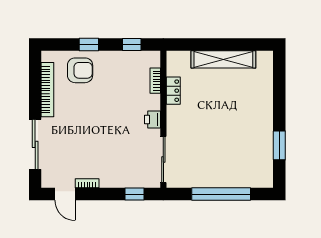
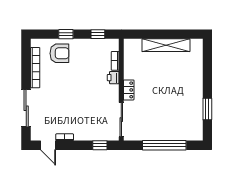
locker: (173, 91) -> (129, 90), moved
printer: (152, 119) -> (113, 78), moved

